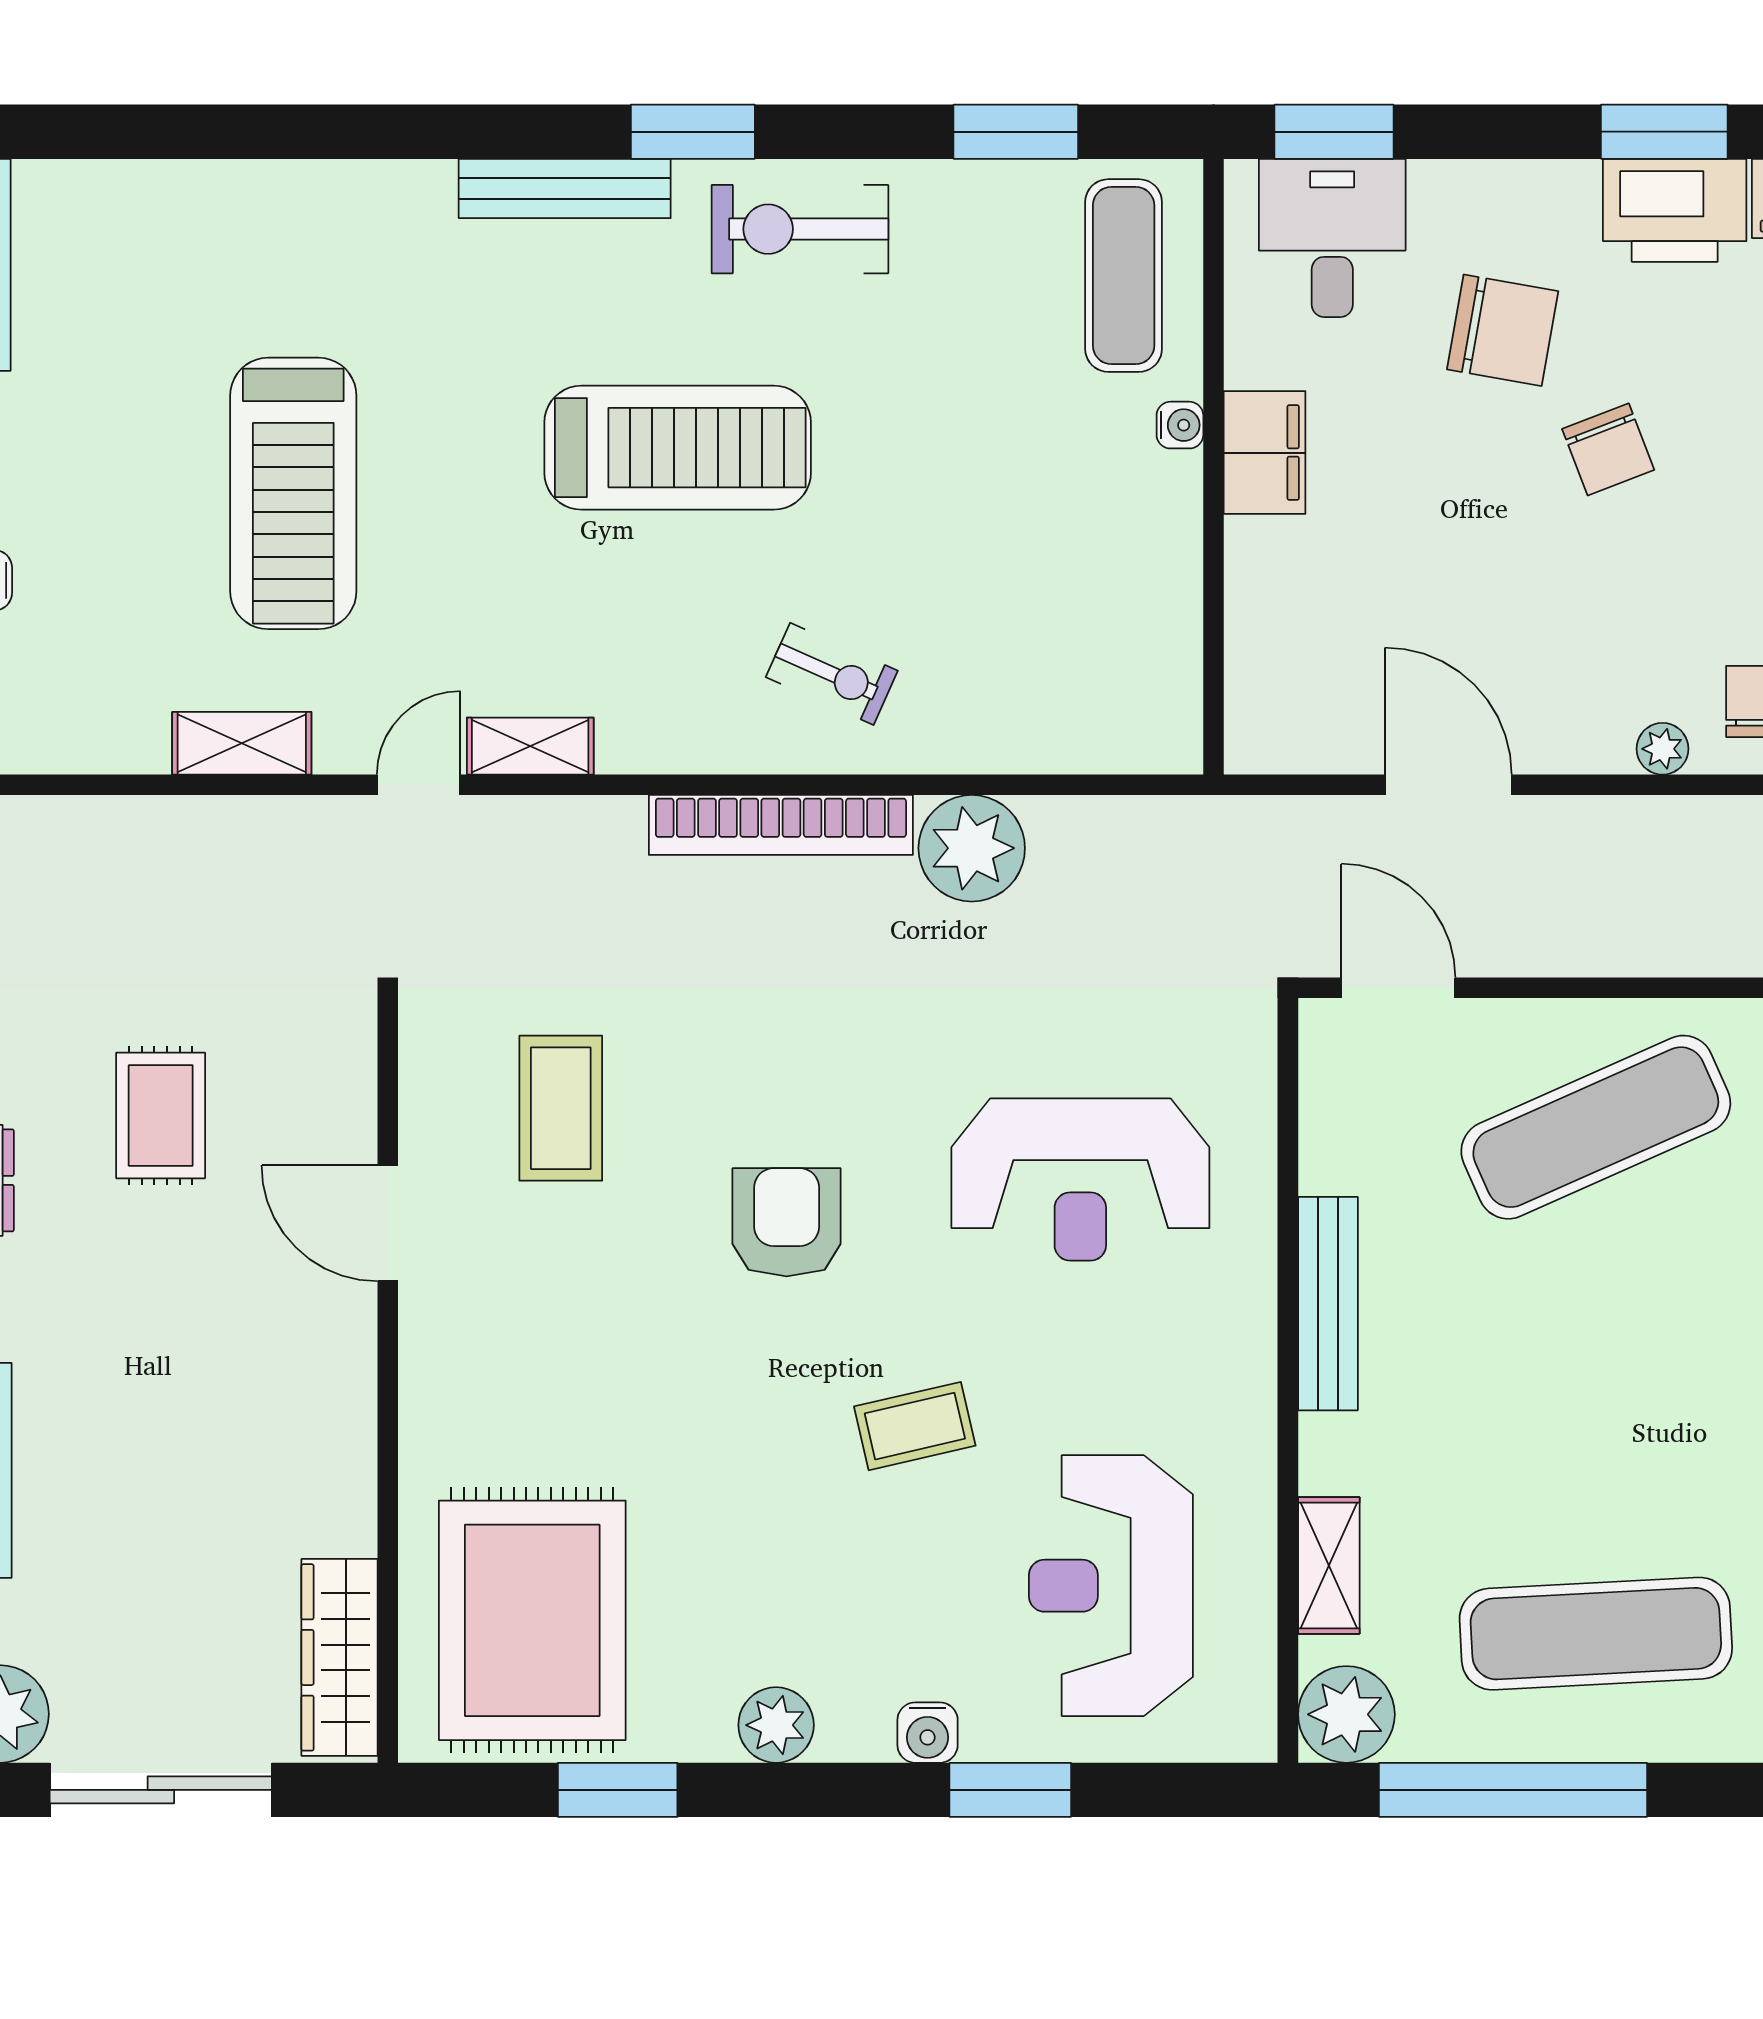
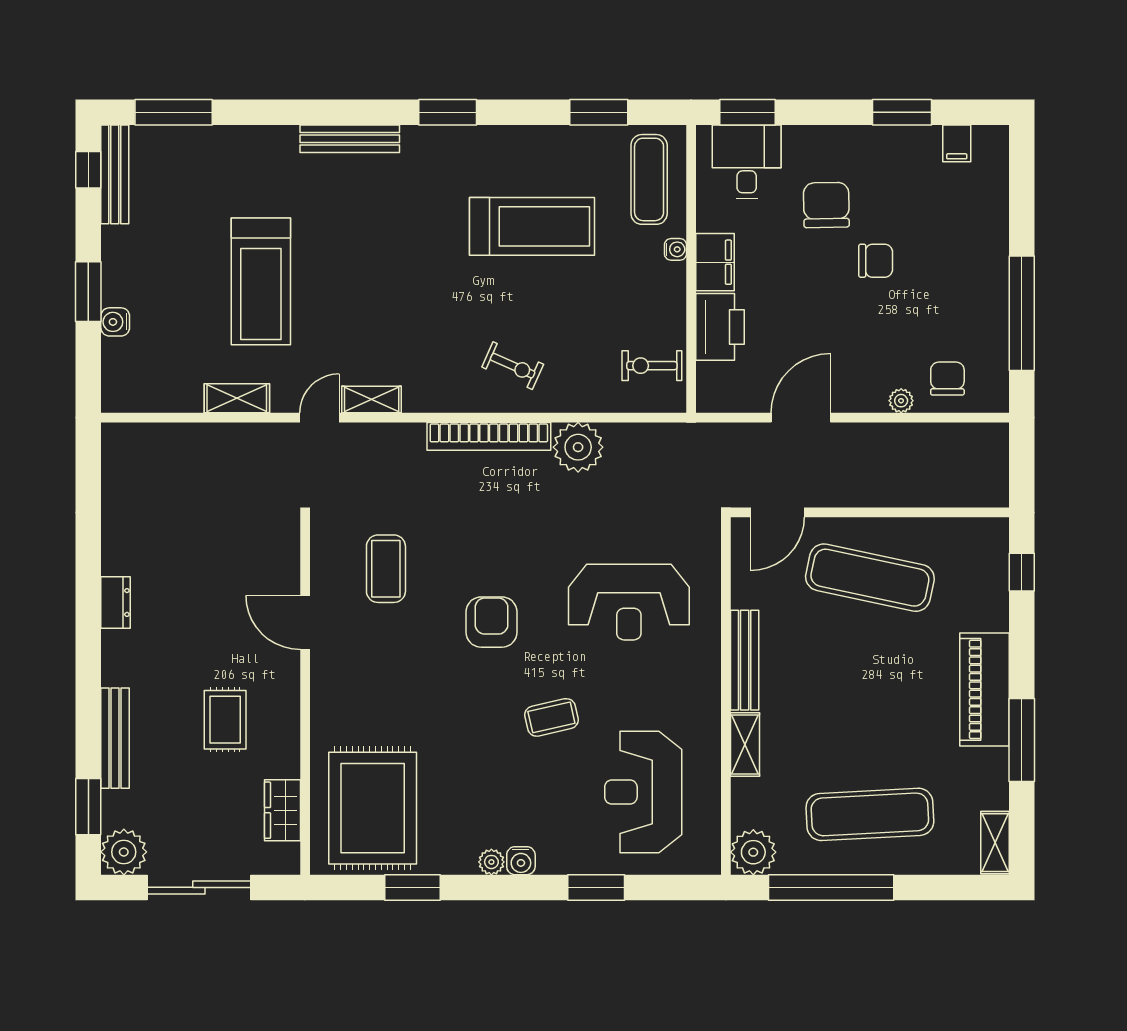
window: (107, 132) -> (174, 112), added
bench: (565, 188) -> (350, 139), moved
printer: (1675, 210) -> (720, 327), moved, turned -90
exercise bike: (800, 229) -> (652, 366), moved, width x0.73, depth x0.72
chair: (1503, 330) -> (826, 205), turned -101
treadmill: (678, 448) -> (532, 226), moved
chair: (1608, 449) -> (876, 261), turned -69
door: (1448, 785) -> (801, 418), hinge flipped
door: (1398, 988) -> (778, 512), swing flipped
rug: (161, 1115) -> (225, 720), moved
exercise mat: (1596, 1127) -> (870, 578), turned 36
shelving: (1329, 1565) -> (745, 744), moved
wardrobe: (340, 1657) -> (283, 810), width x0.67
plant: (776, 1725) -> (491, 862), width x0.73, depth x0.73
water cooler: (928, 1733) -> (521, 861), moved

